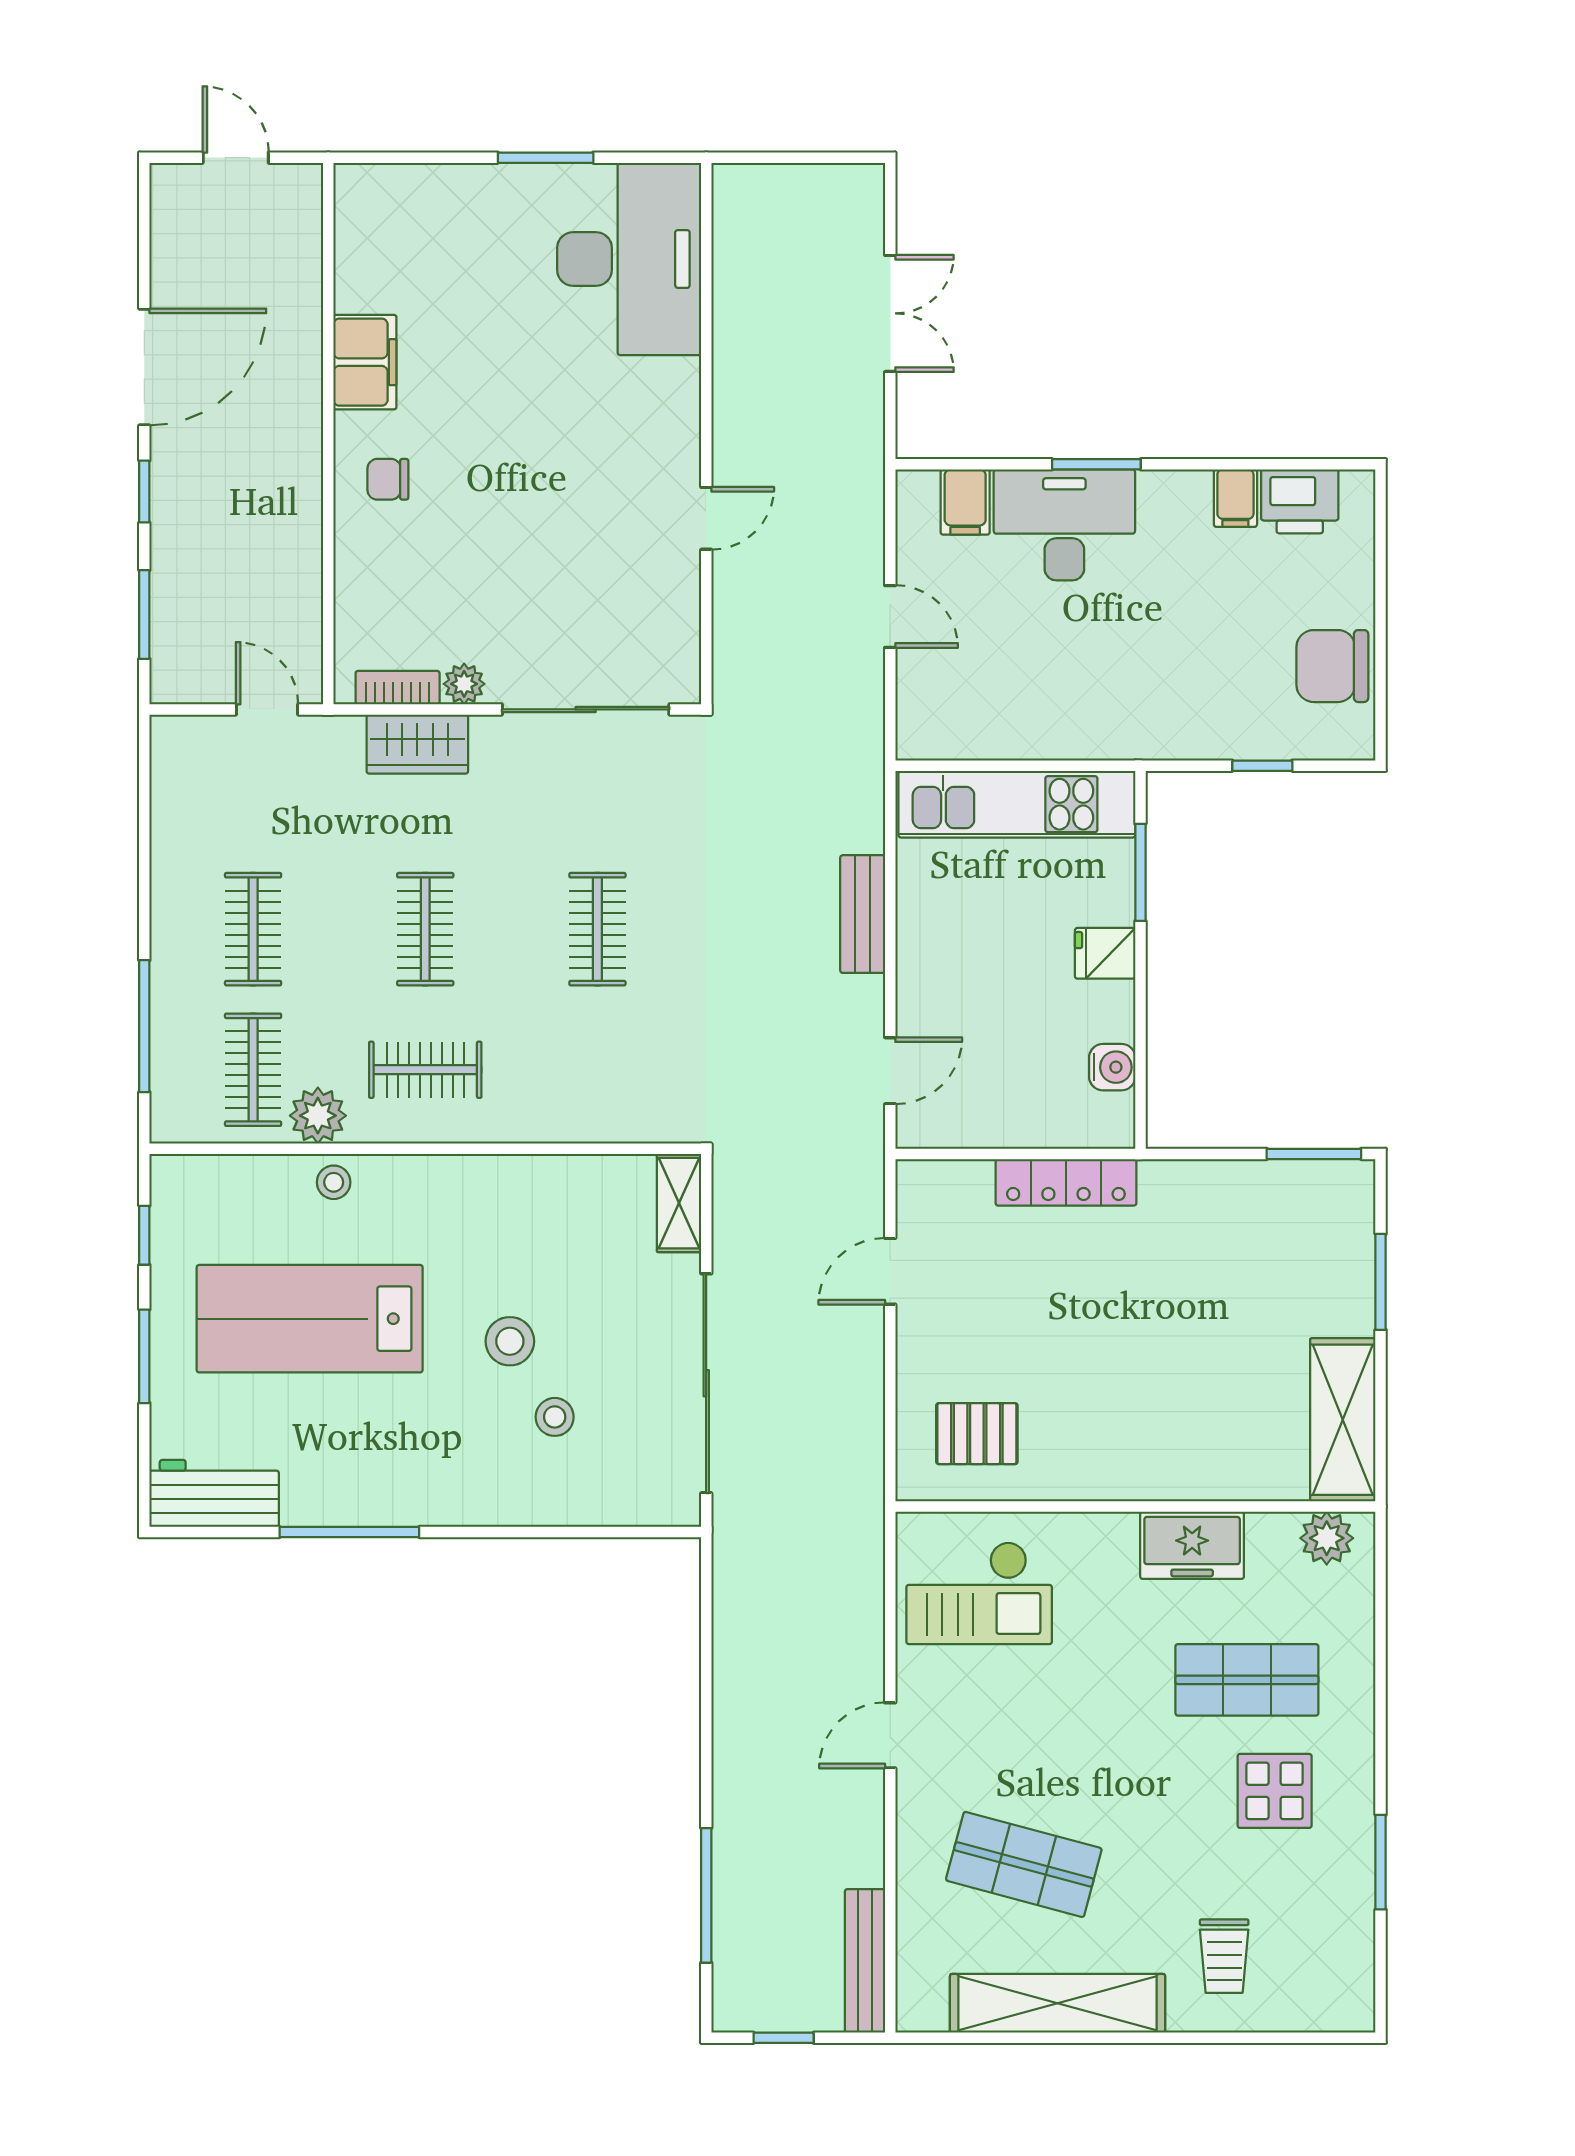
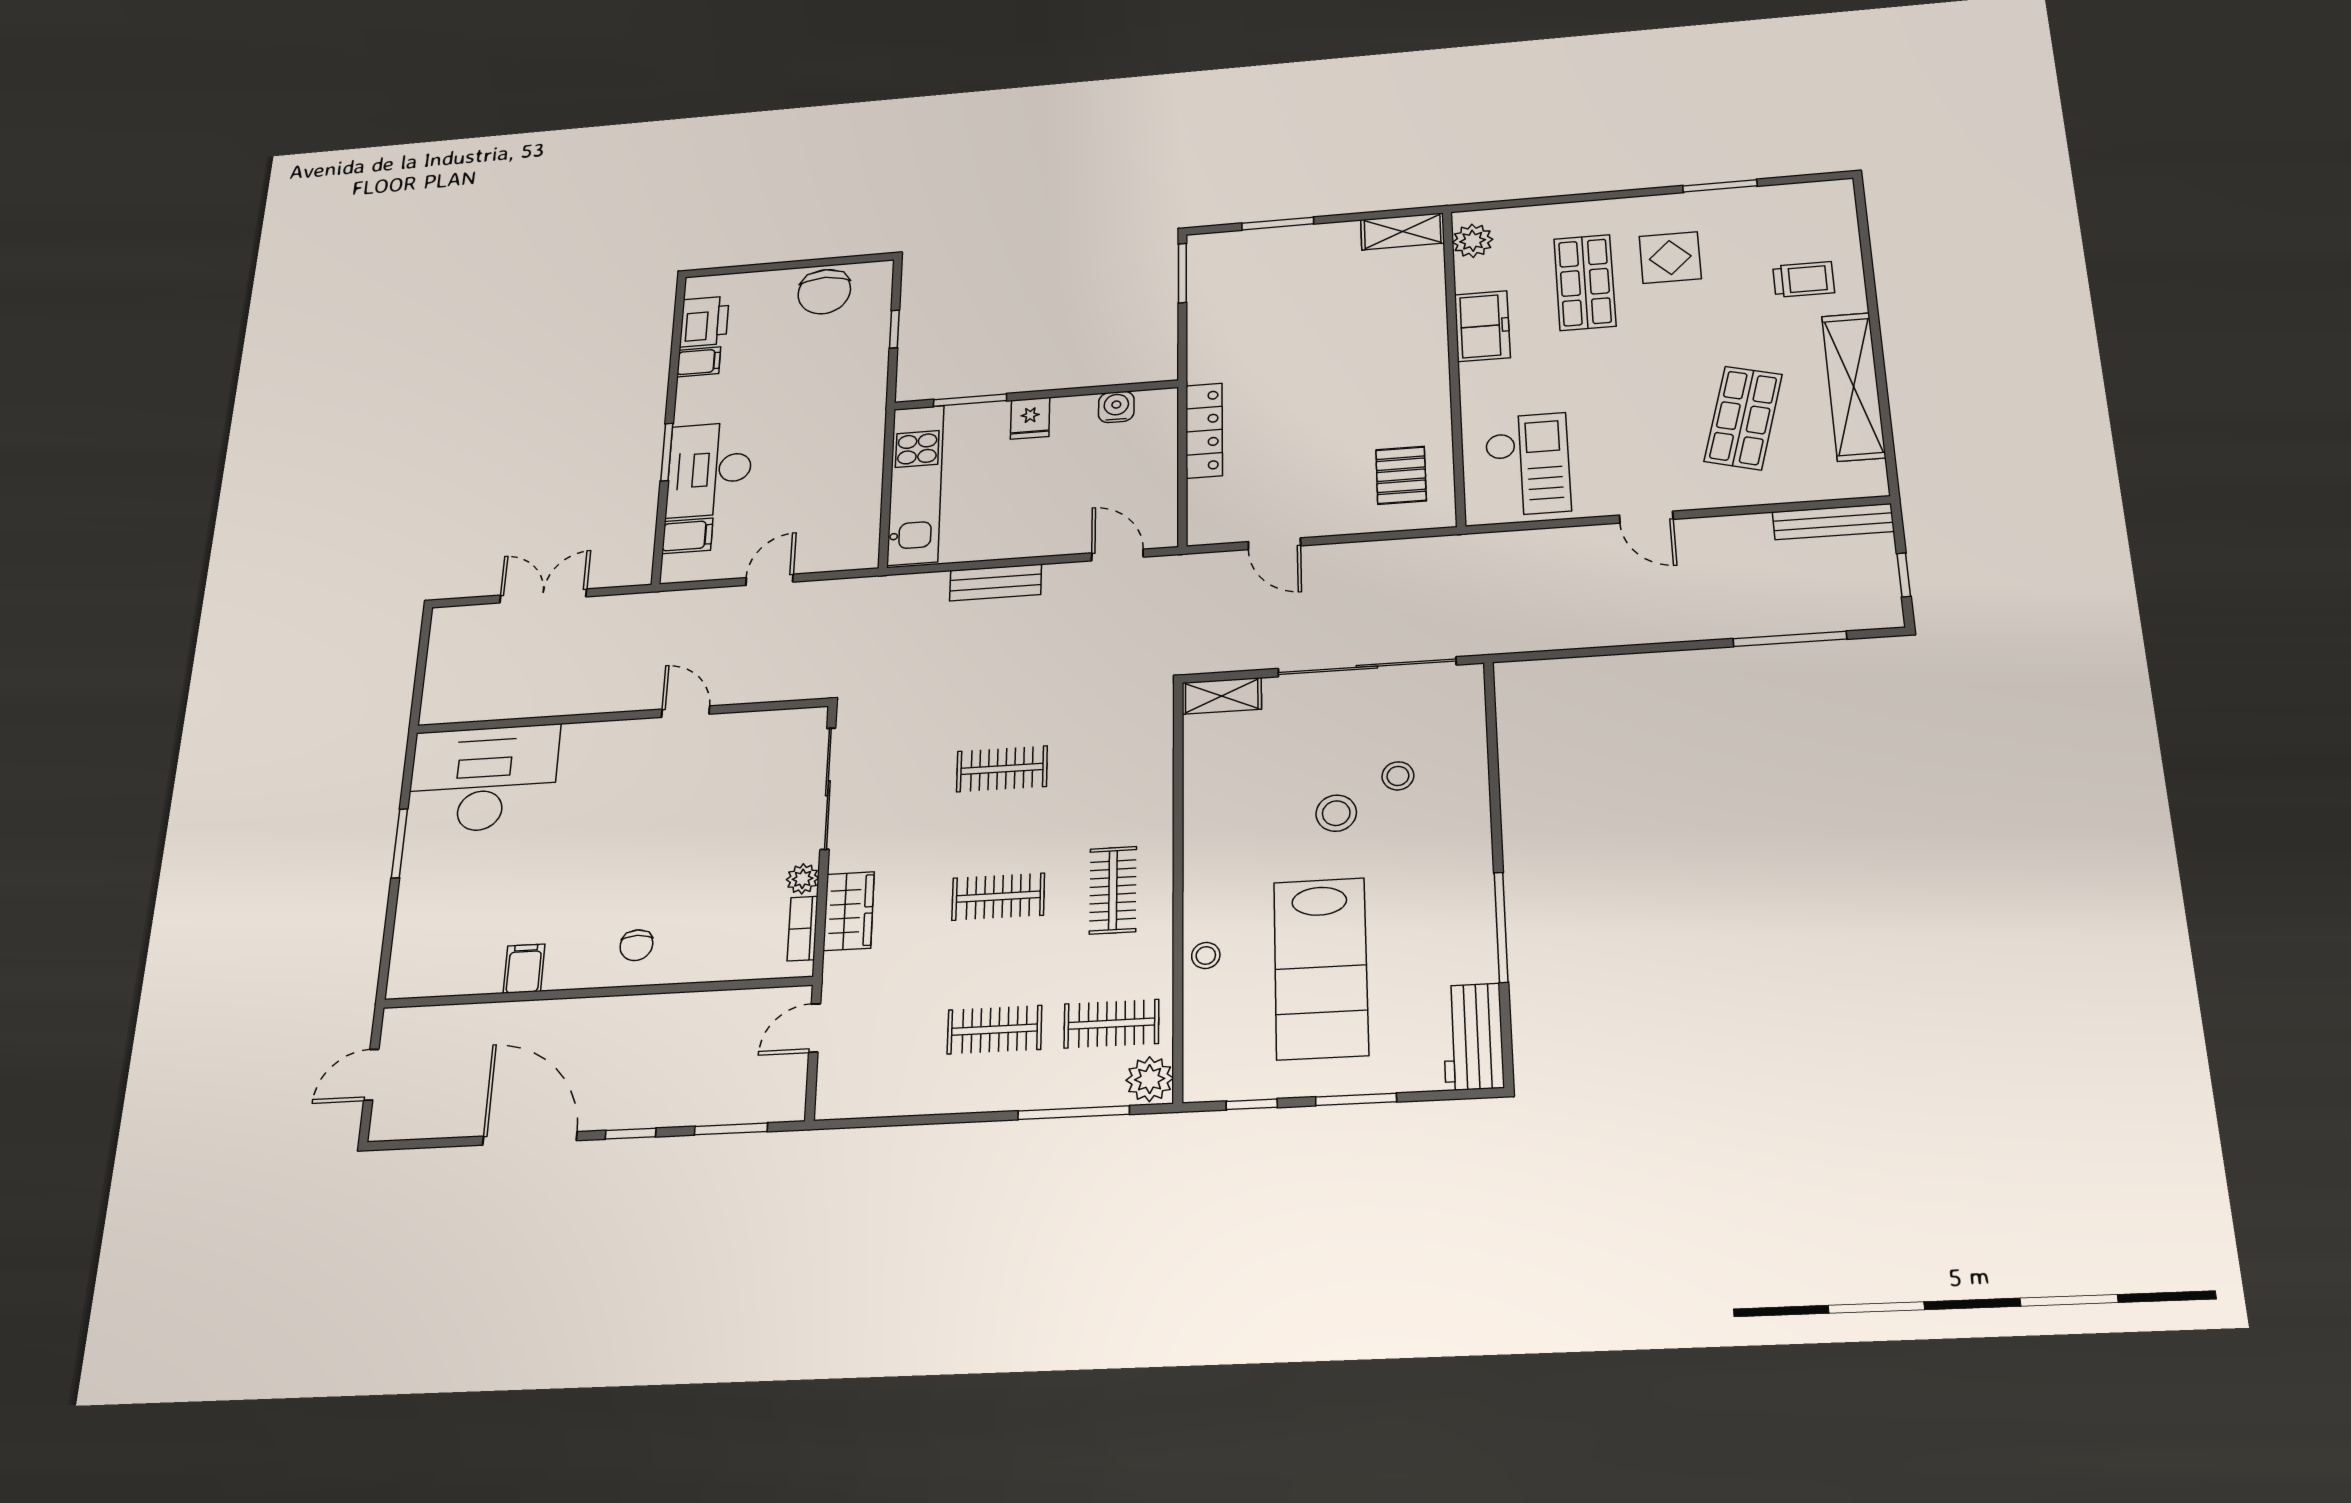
filing cabinet: (365, 362) -> (524, 969), width x0.50
plant: (318, 1116) -> (1150, 1079), moved
shelving: (1343, 1420) -> (1402, 231), width x0.67, depth x0.75

